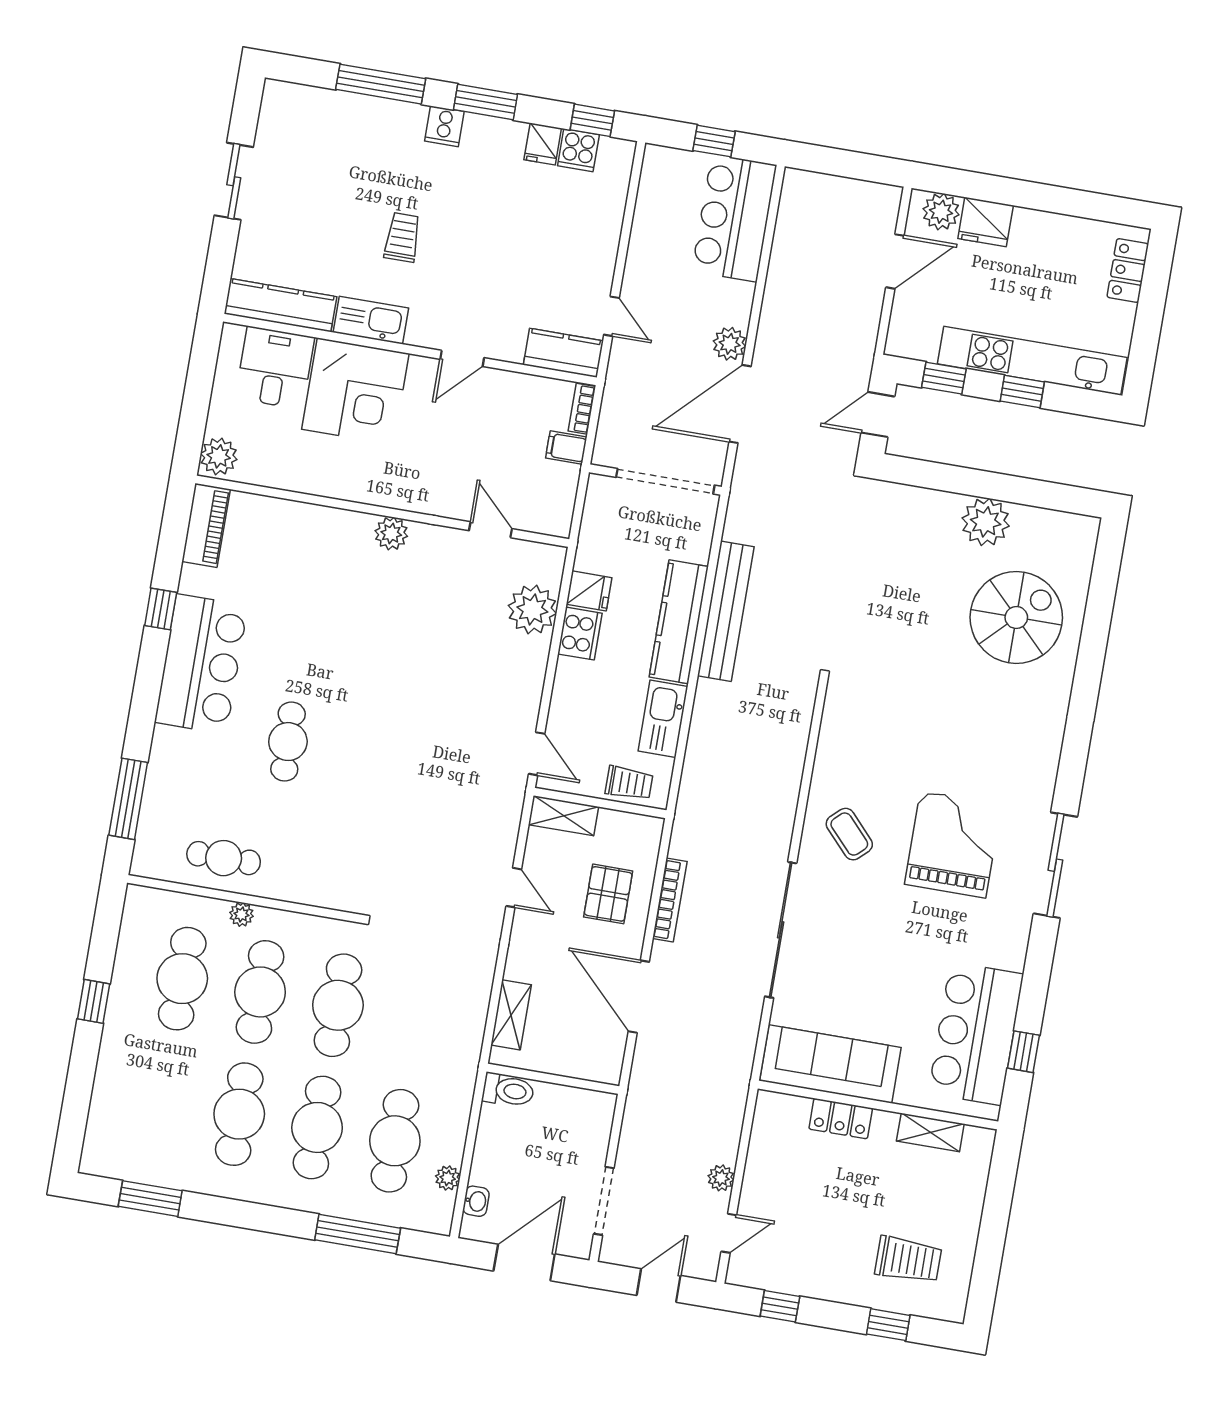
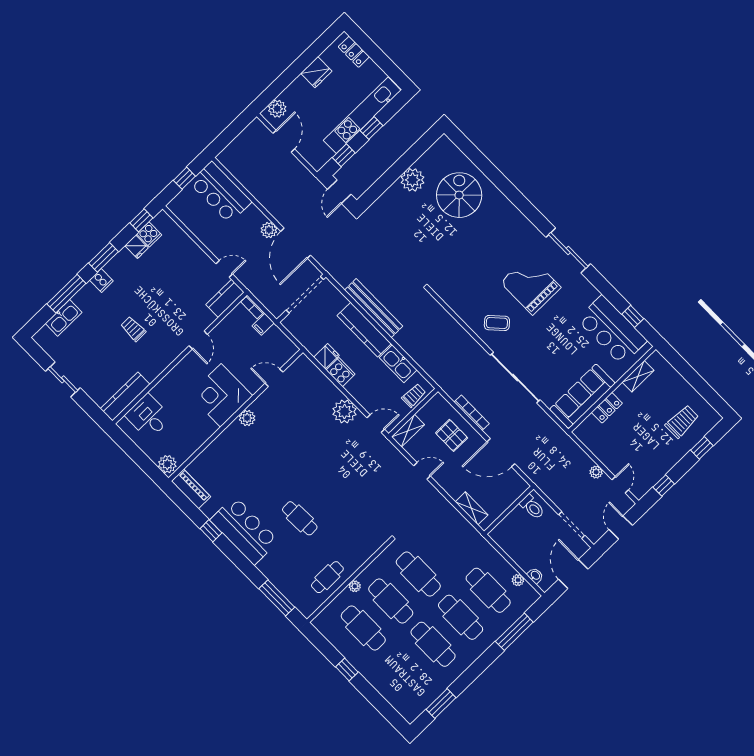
fridge: (986, 222) -> (316, 72), moved
kitchen sink: (371, 320) -> (64, 318), moved, turned 180
corner desk: (355, 391) -> (221, 395), moved, turned 180
plant: (532, 610) -> (345, 412), moved
toilet: (508, 1090) -> (532, 507), moved, turned 90

